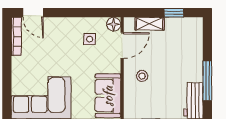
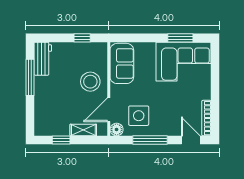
window: (77, 13) -> (150, 140), added
side table: (90, 39) -> (139, 116), width x1.87, depth x1.87
stool: (142, 76) -> (90, 82), width x1.89, depth x1.89

